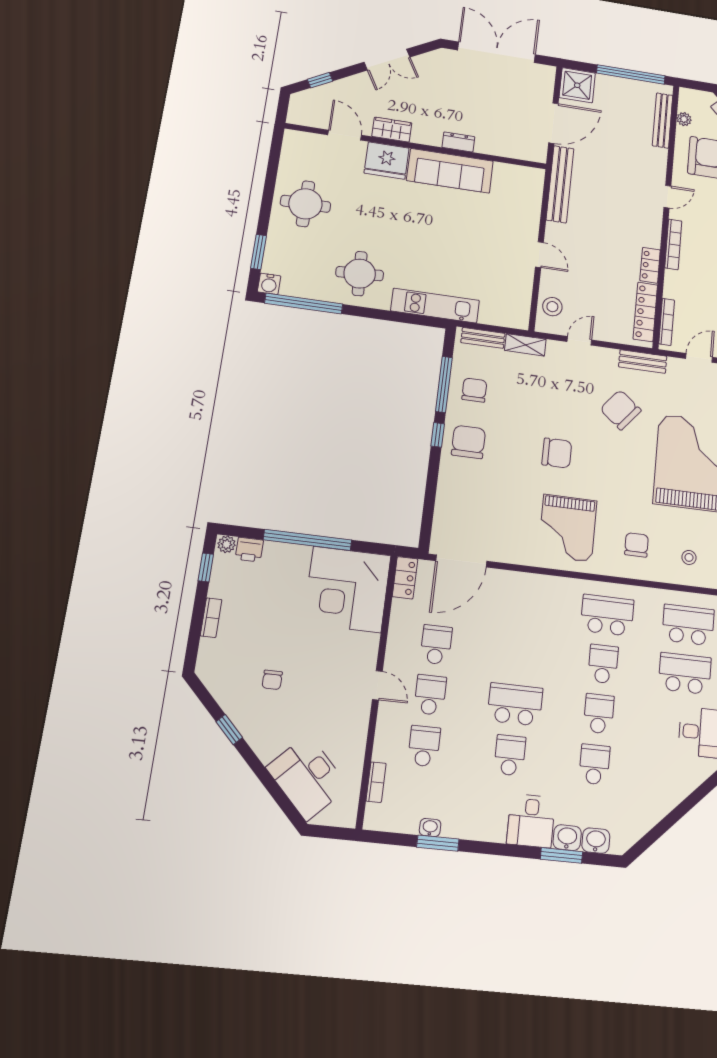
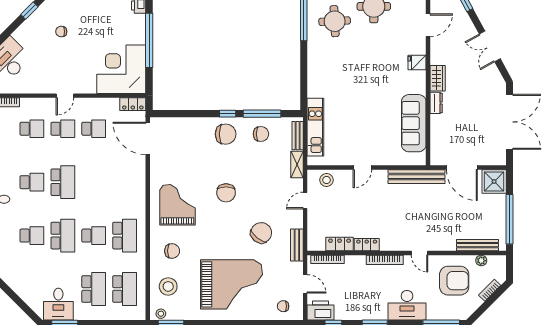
wardrobe: (392, 130) -> (438, 78), moved
fridge: (387, 161) -> (417, 62), width x0.53, depth x0.75
sofa: (450, 171) -> (414, 123), moved
round table: (360, 274) -> (335, 21), moved
kitchen unit: (435, 306) -> (315, 127), moved
locker: (645, 312) -> (340, 244), width x0.66
door: (579, 341) -> (305, 201), swing flipped
grand piano: (568, 528) -> (177, 205), turned 90
stool: (689, 557) -> (168, 286), width x1.89, depth x1.89
school desk: (599, 714) -> (63, 236), width x1.85

